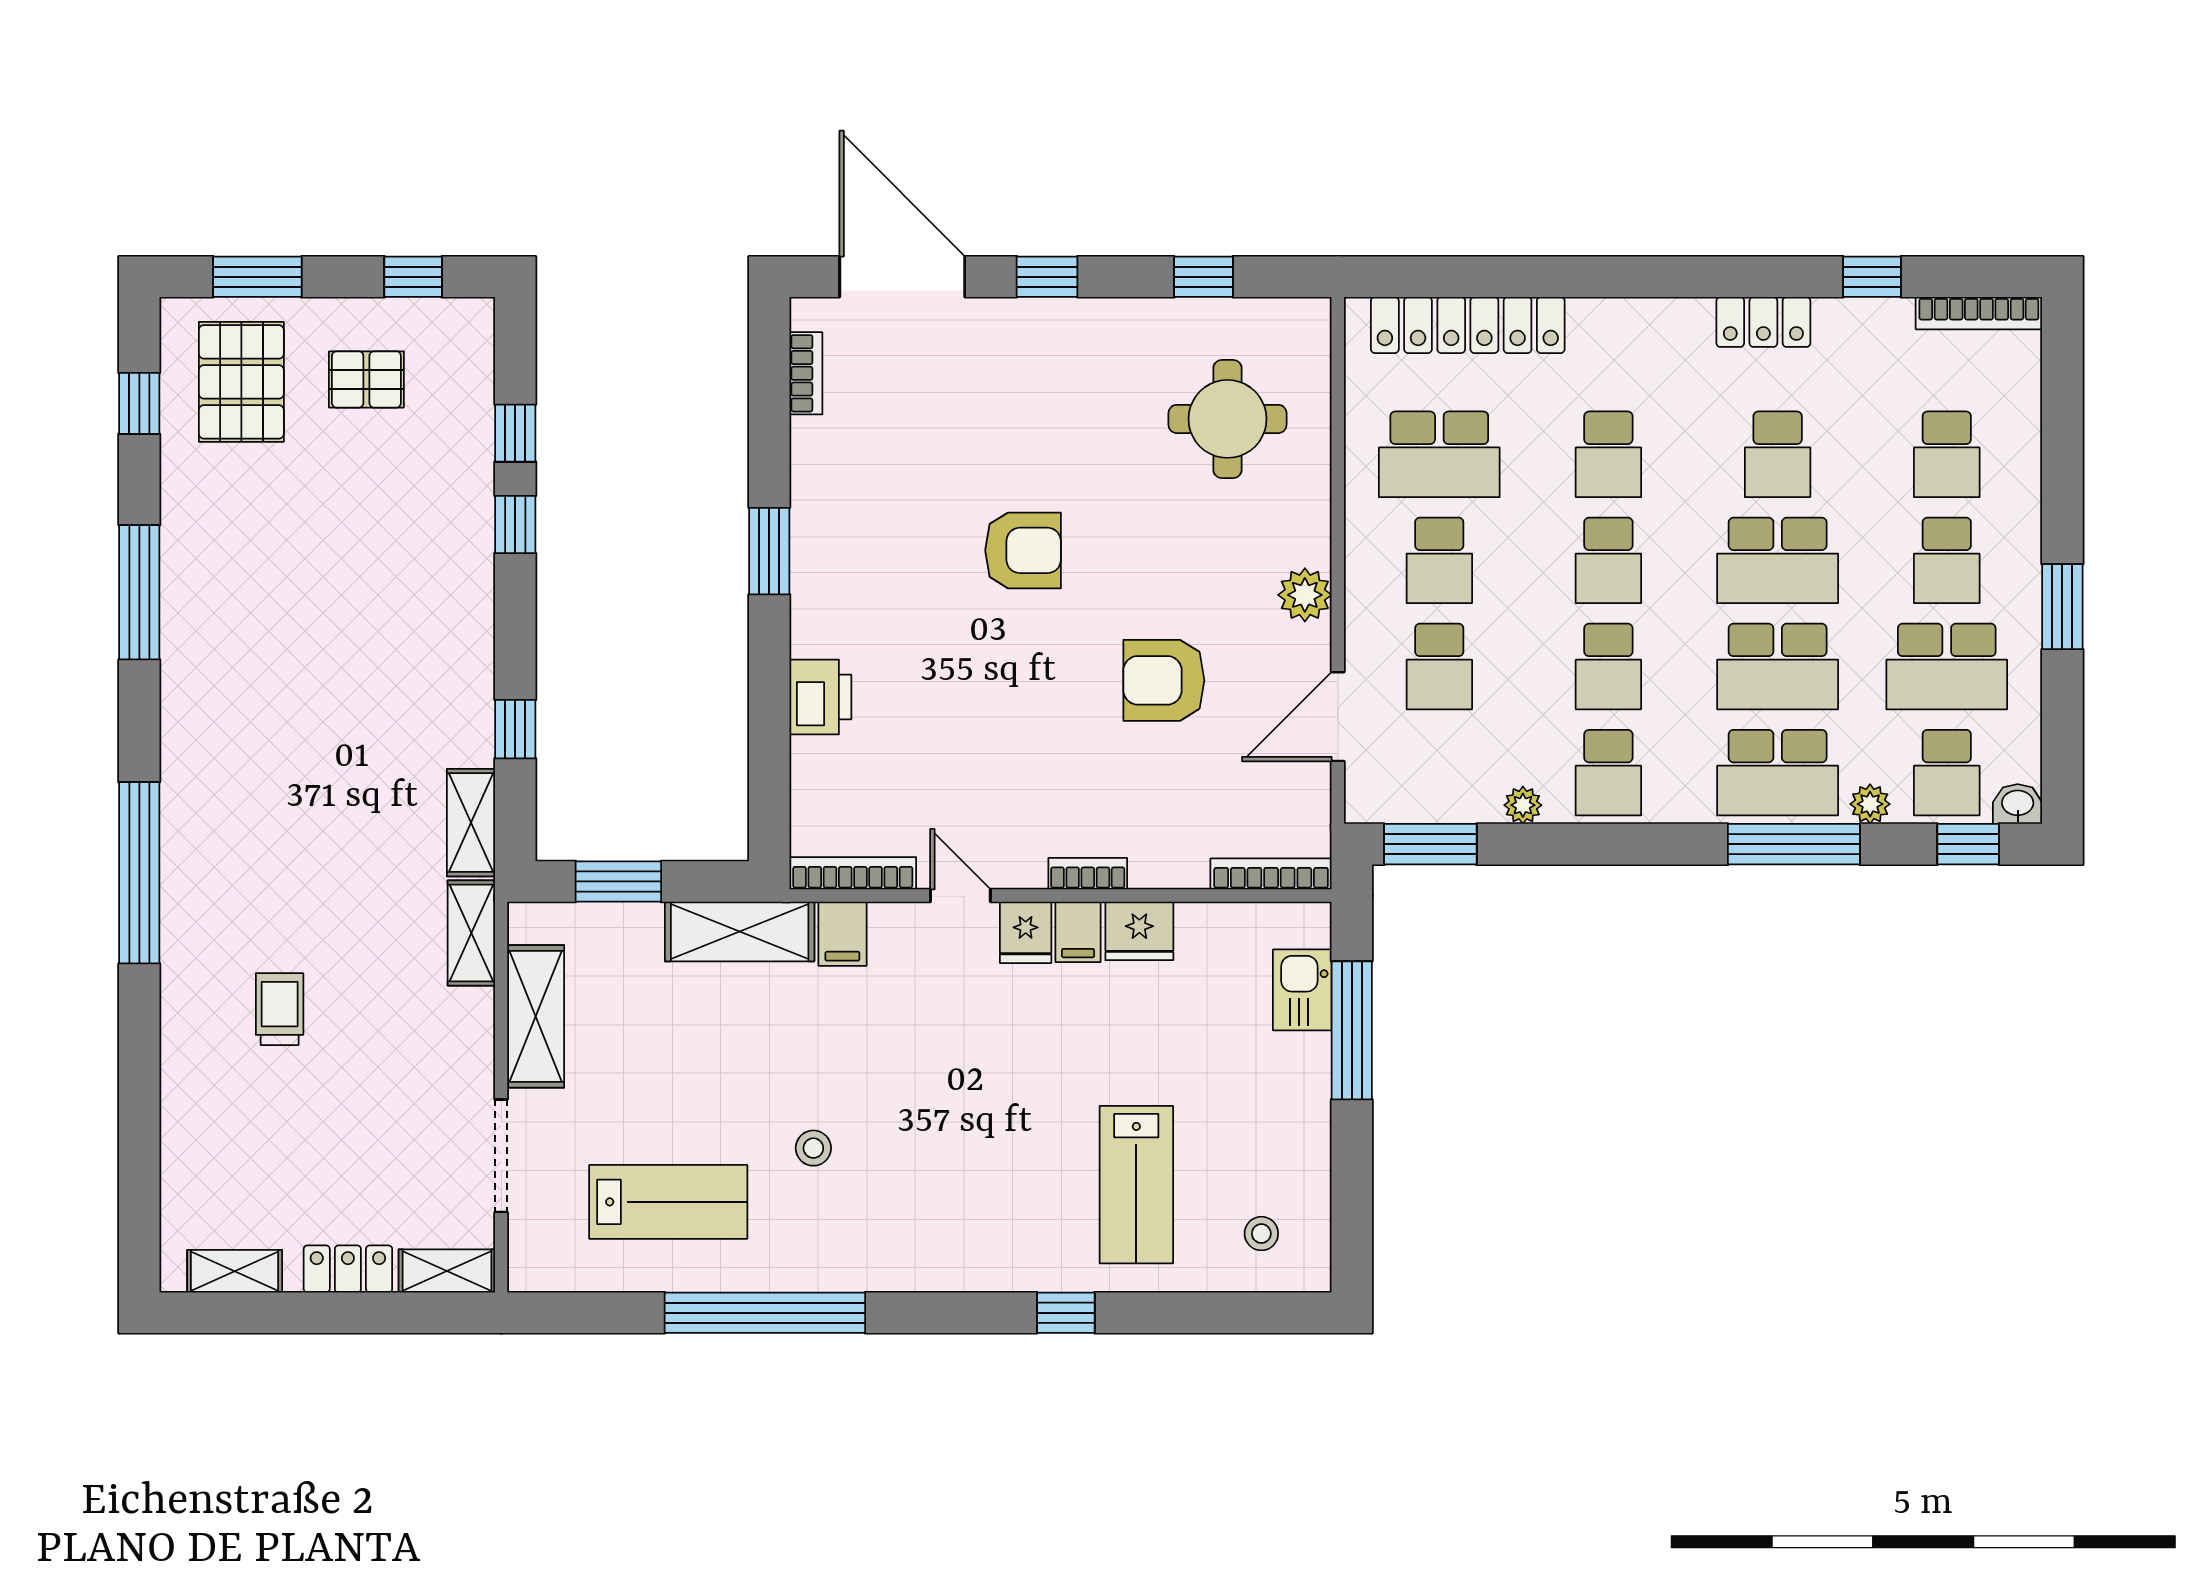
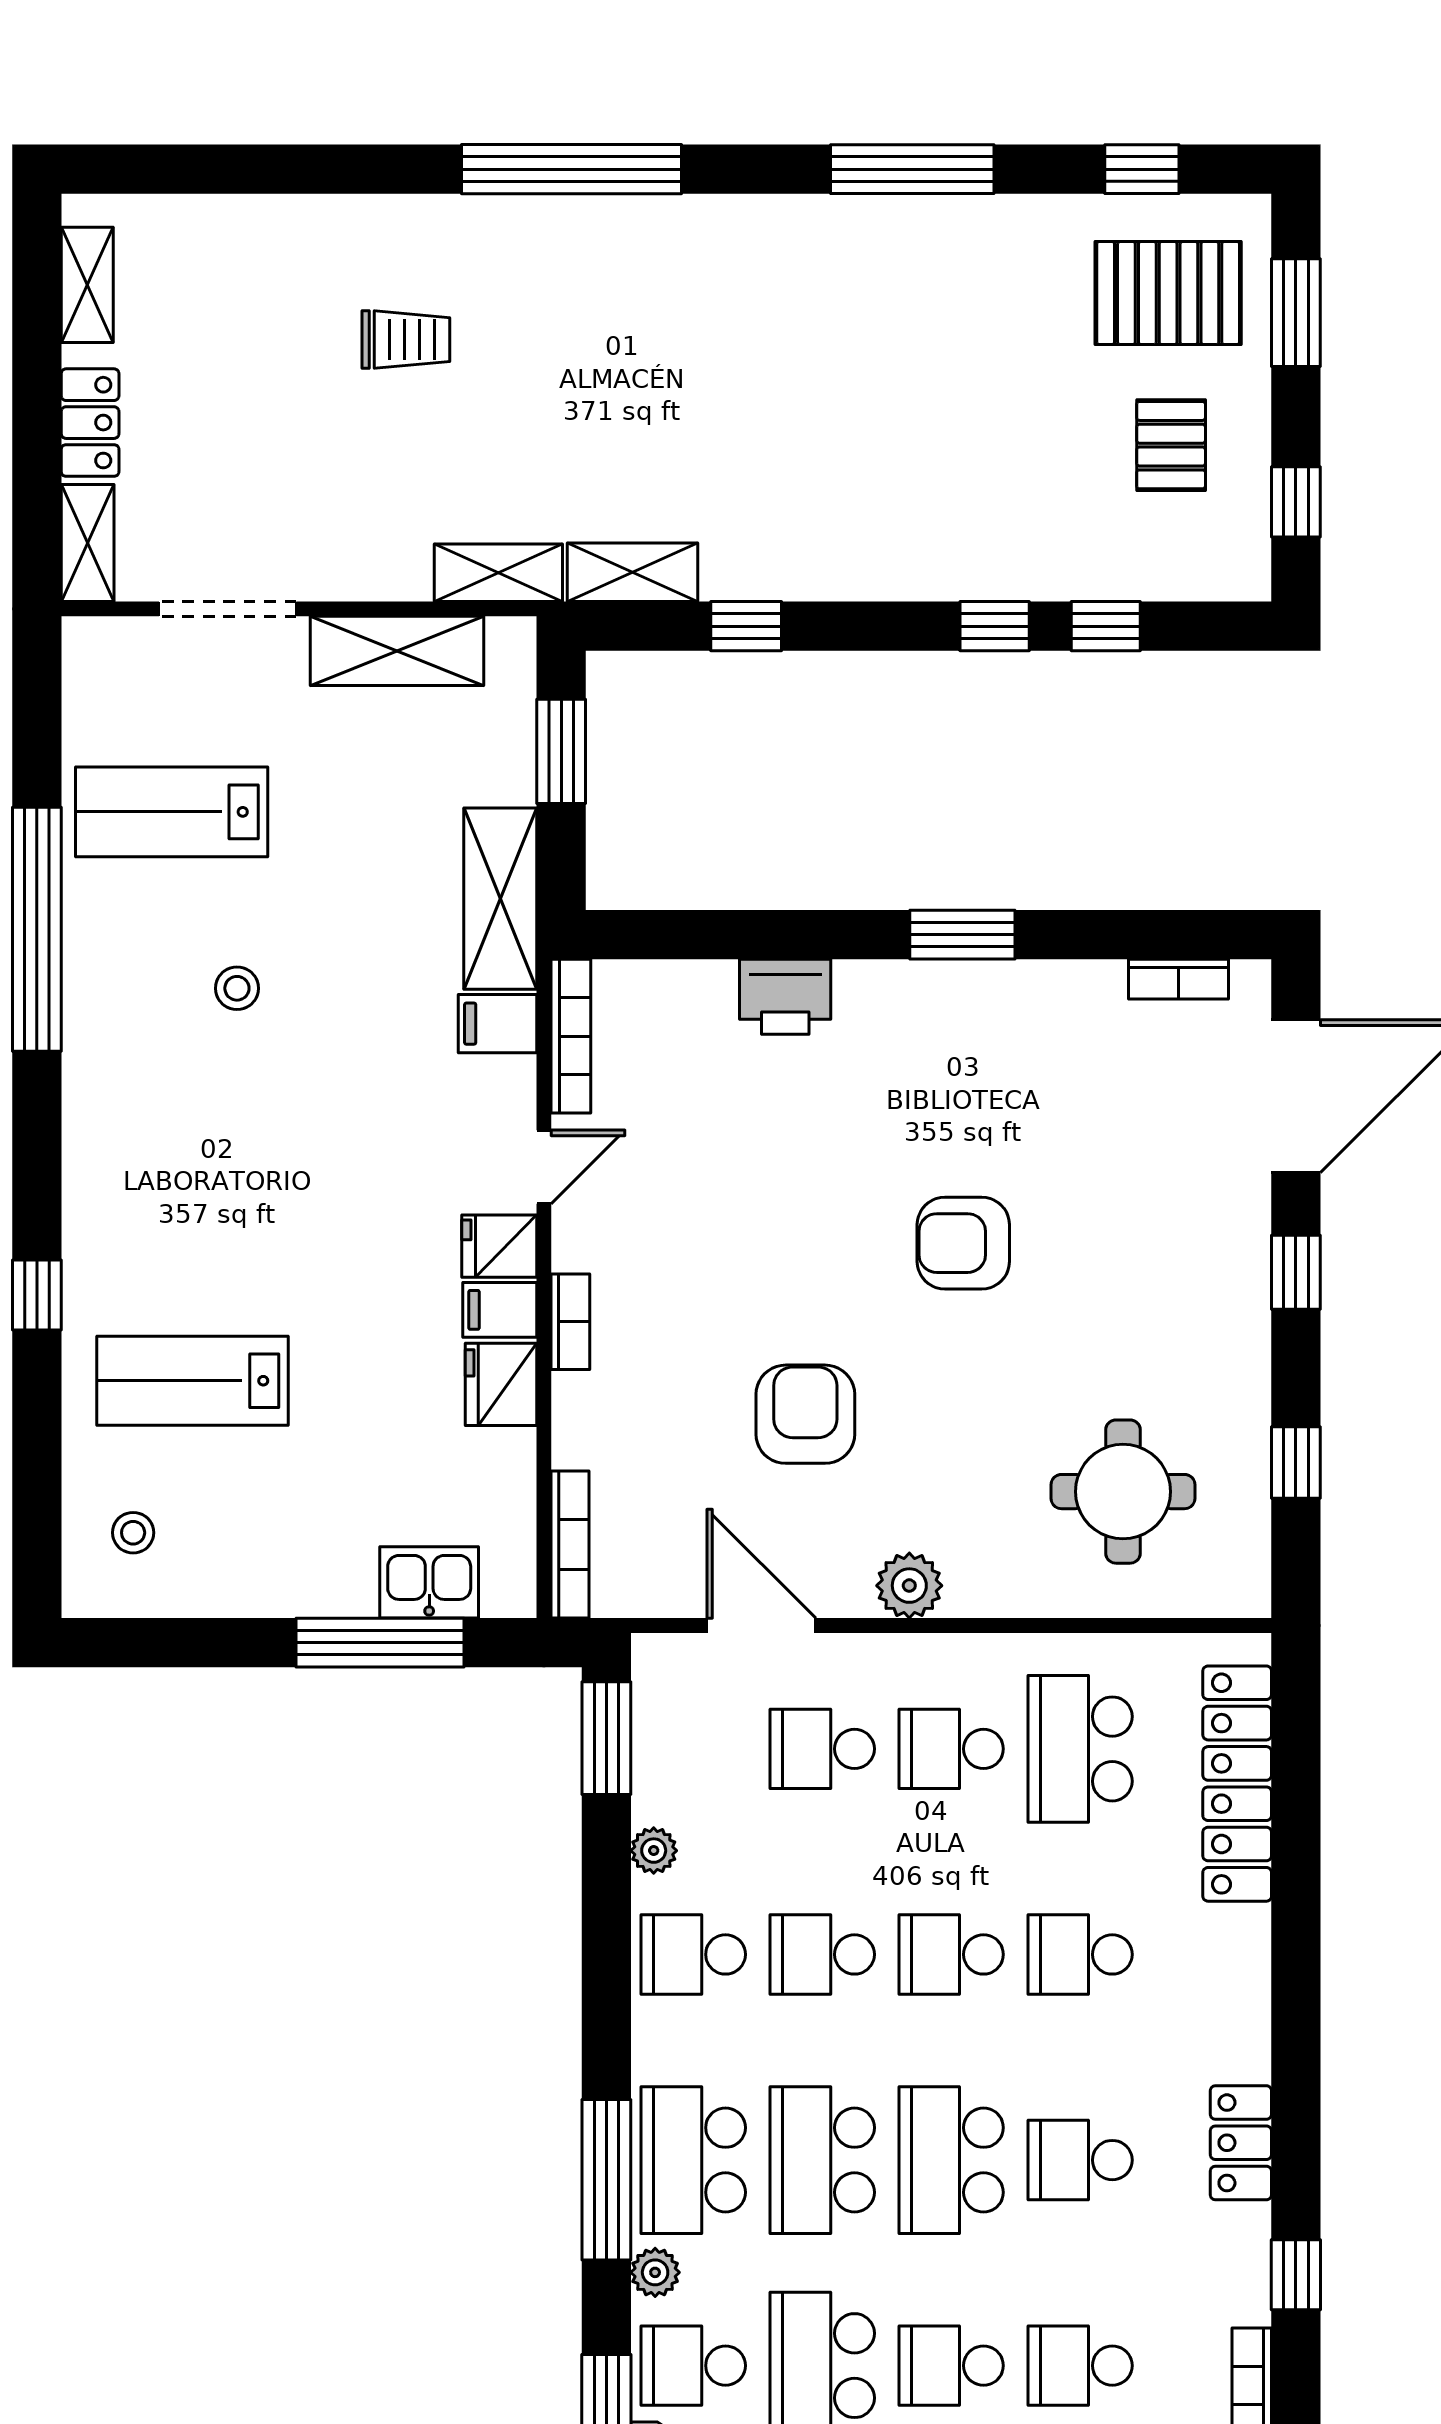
armchair: (1023, 550) -> (963, 1243), turned 90
lab bench: (668, 1202) -> (172, 812), turned 90

